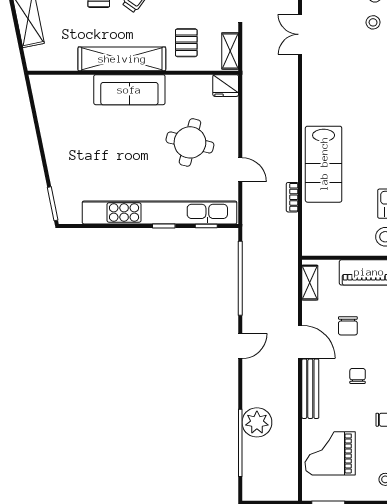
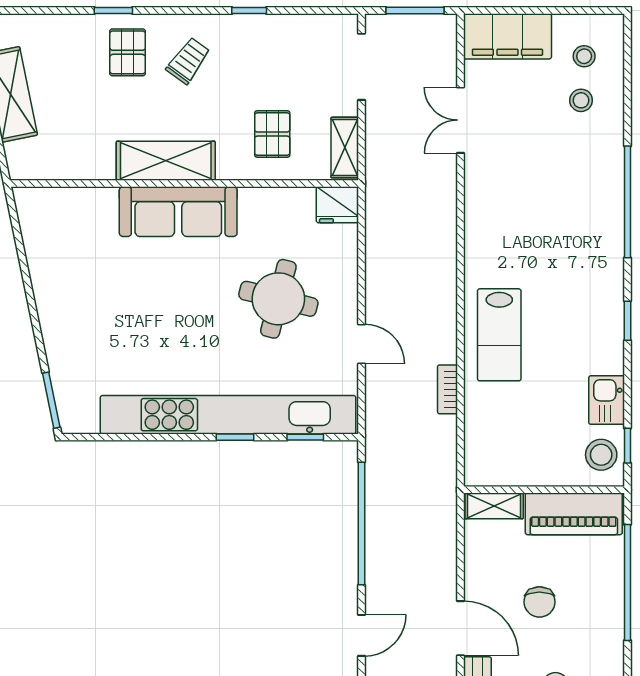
shelving: (122, 59) -> (166, 161), width x0.68
lab bench: (324, 164) -> (499, 335), width x0.73, depth x0.72
shelving: (310, 283) -> (494, 506), moved, turned 90

